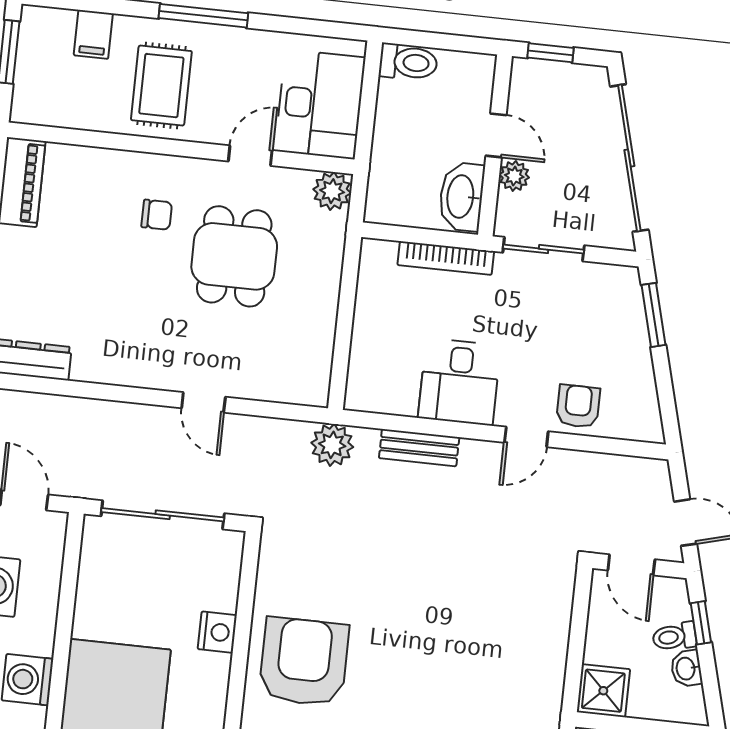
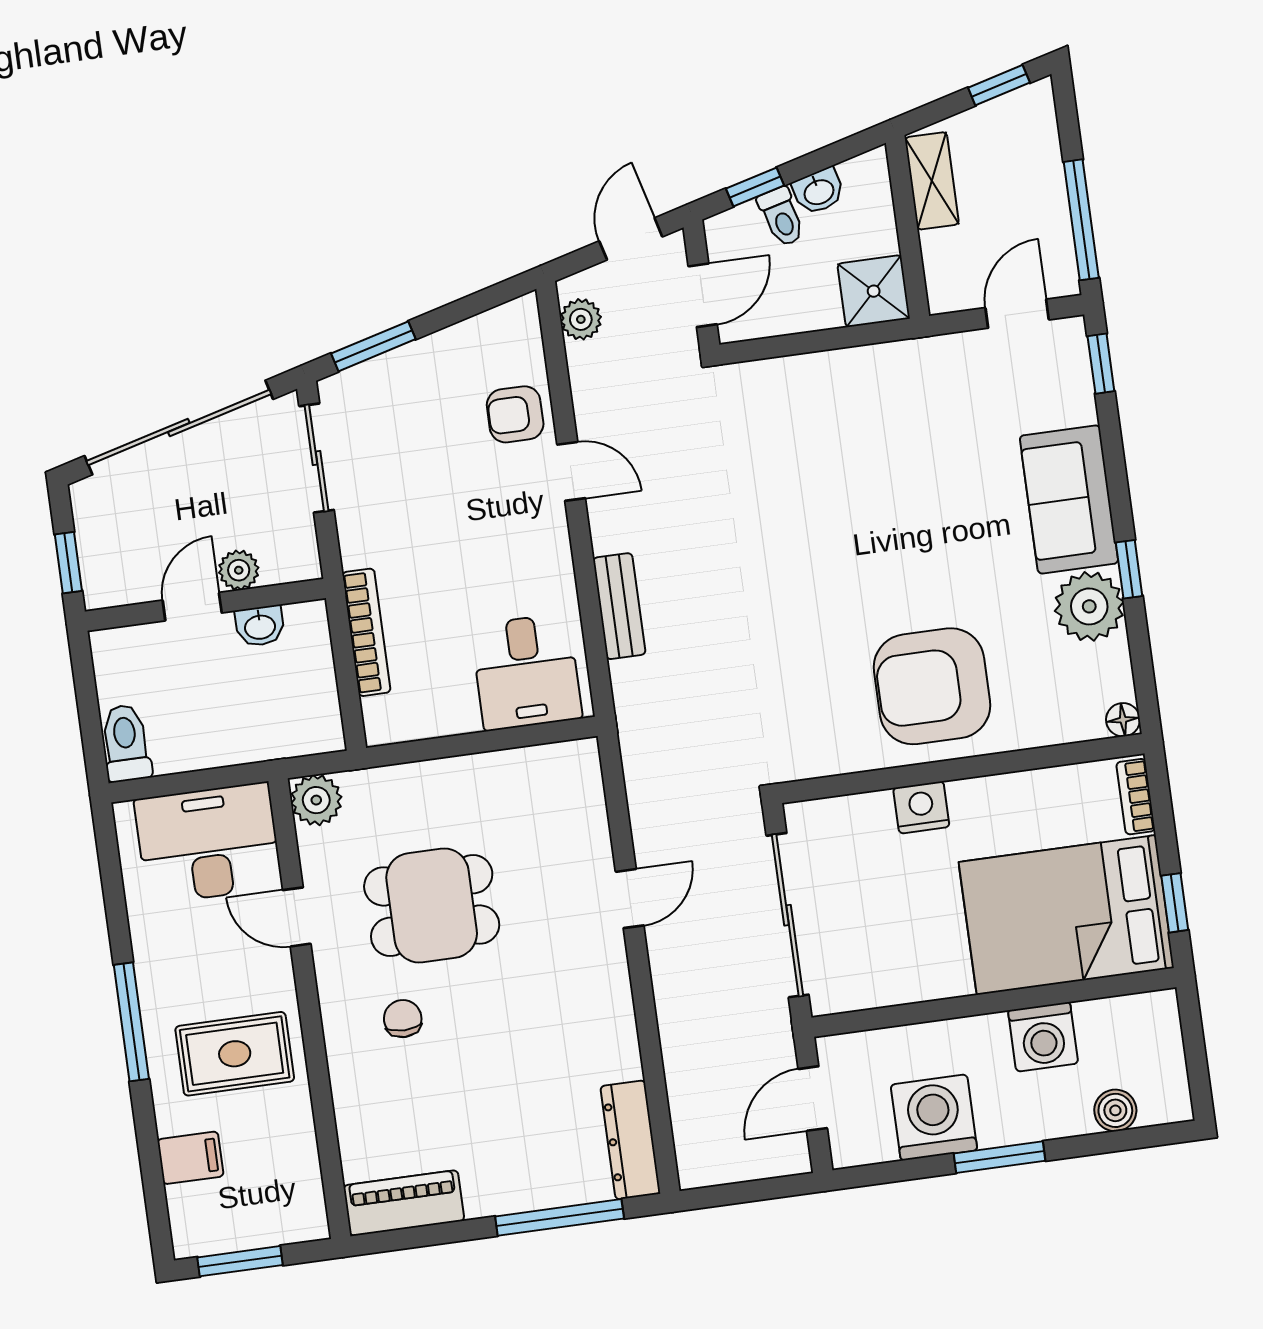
washbasin: (462, 197) -> (260, 626), width x0.52, depth x0.69
sliding door: (544, 249) -> (317, 458), moved
desk: (459, 382) -> (526, 672), moved, turned 90
plant: (332, 445) -> (581, 319), moved, width x0.73, depth x0.73

